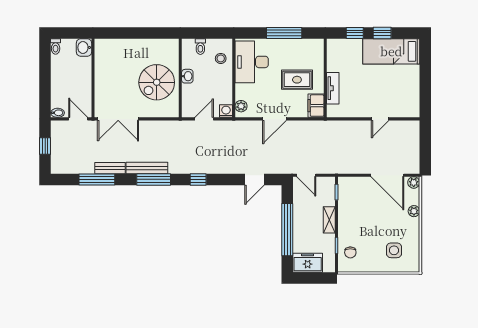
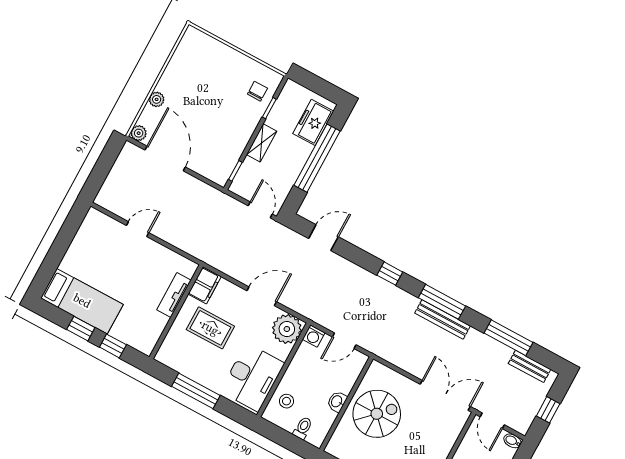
plant: (241, 106) -> (287, 329), width x1.87, depth x1.87
bench: (110, 168) -> (530, 366), moved
side table: (394, 250) -> (205, 66), removed
freezer: (308, 263) -> (313, 122), moved, turned 90

